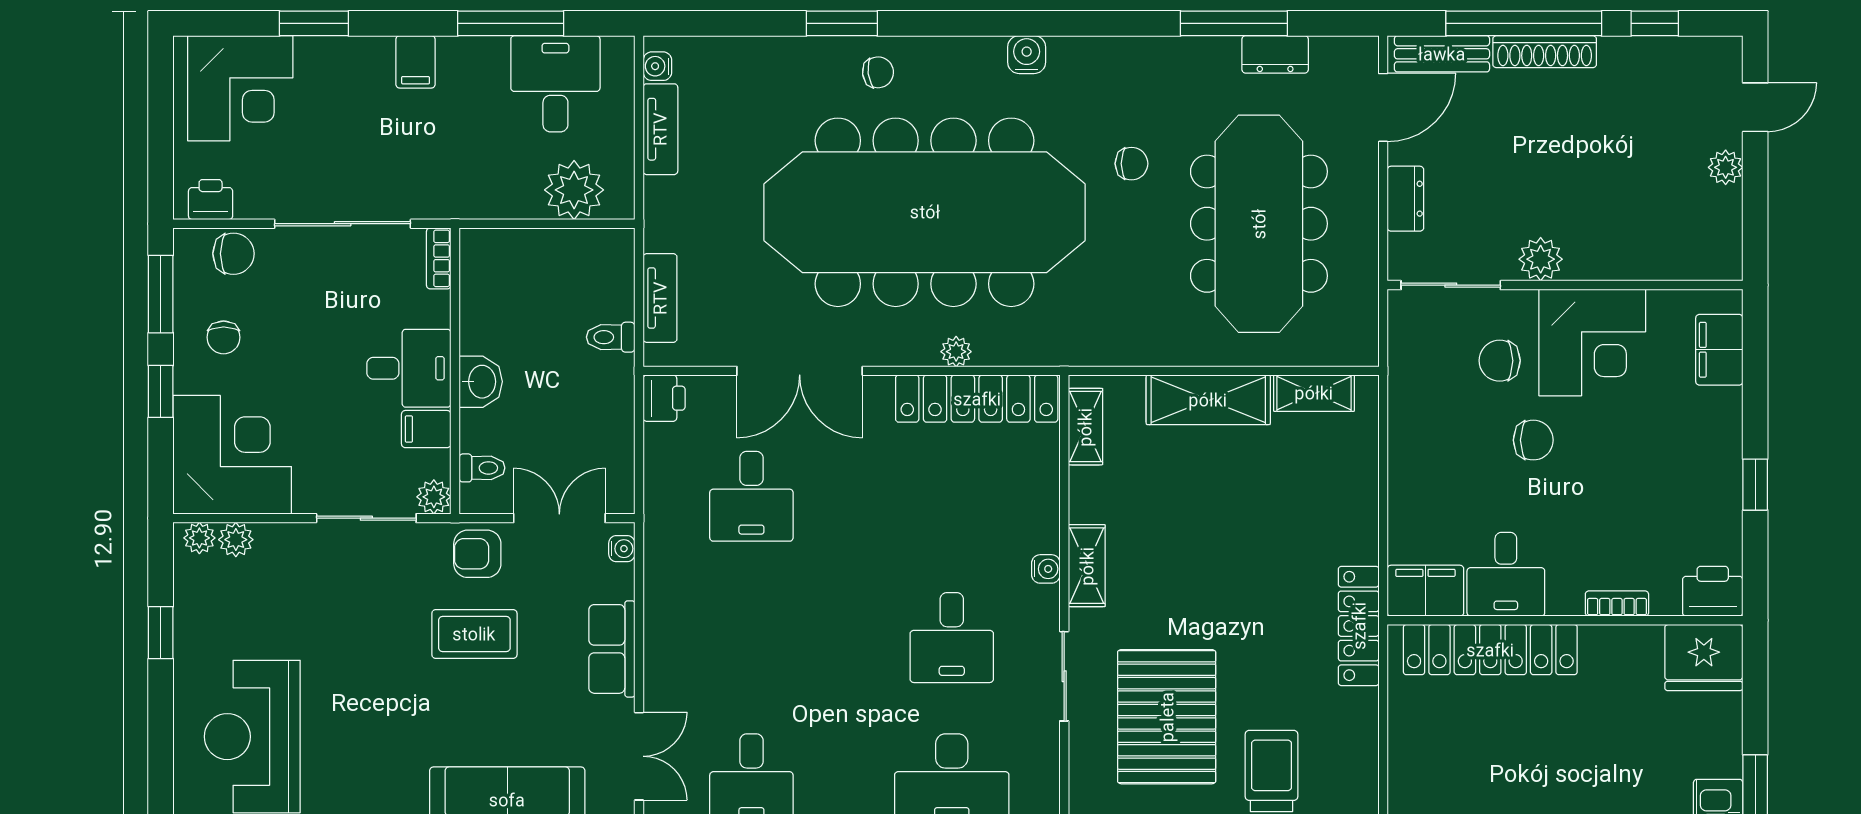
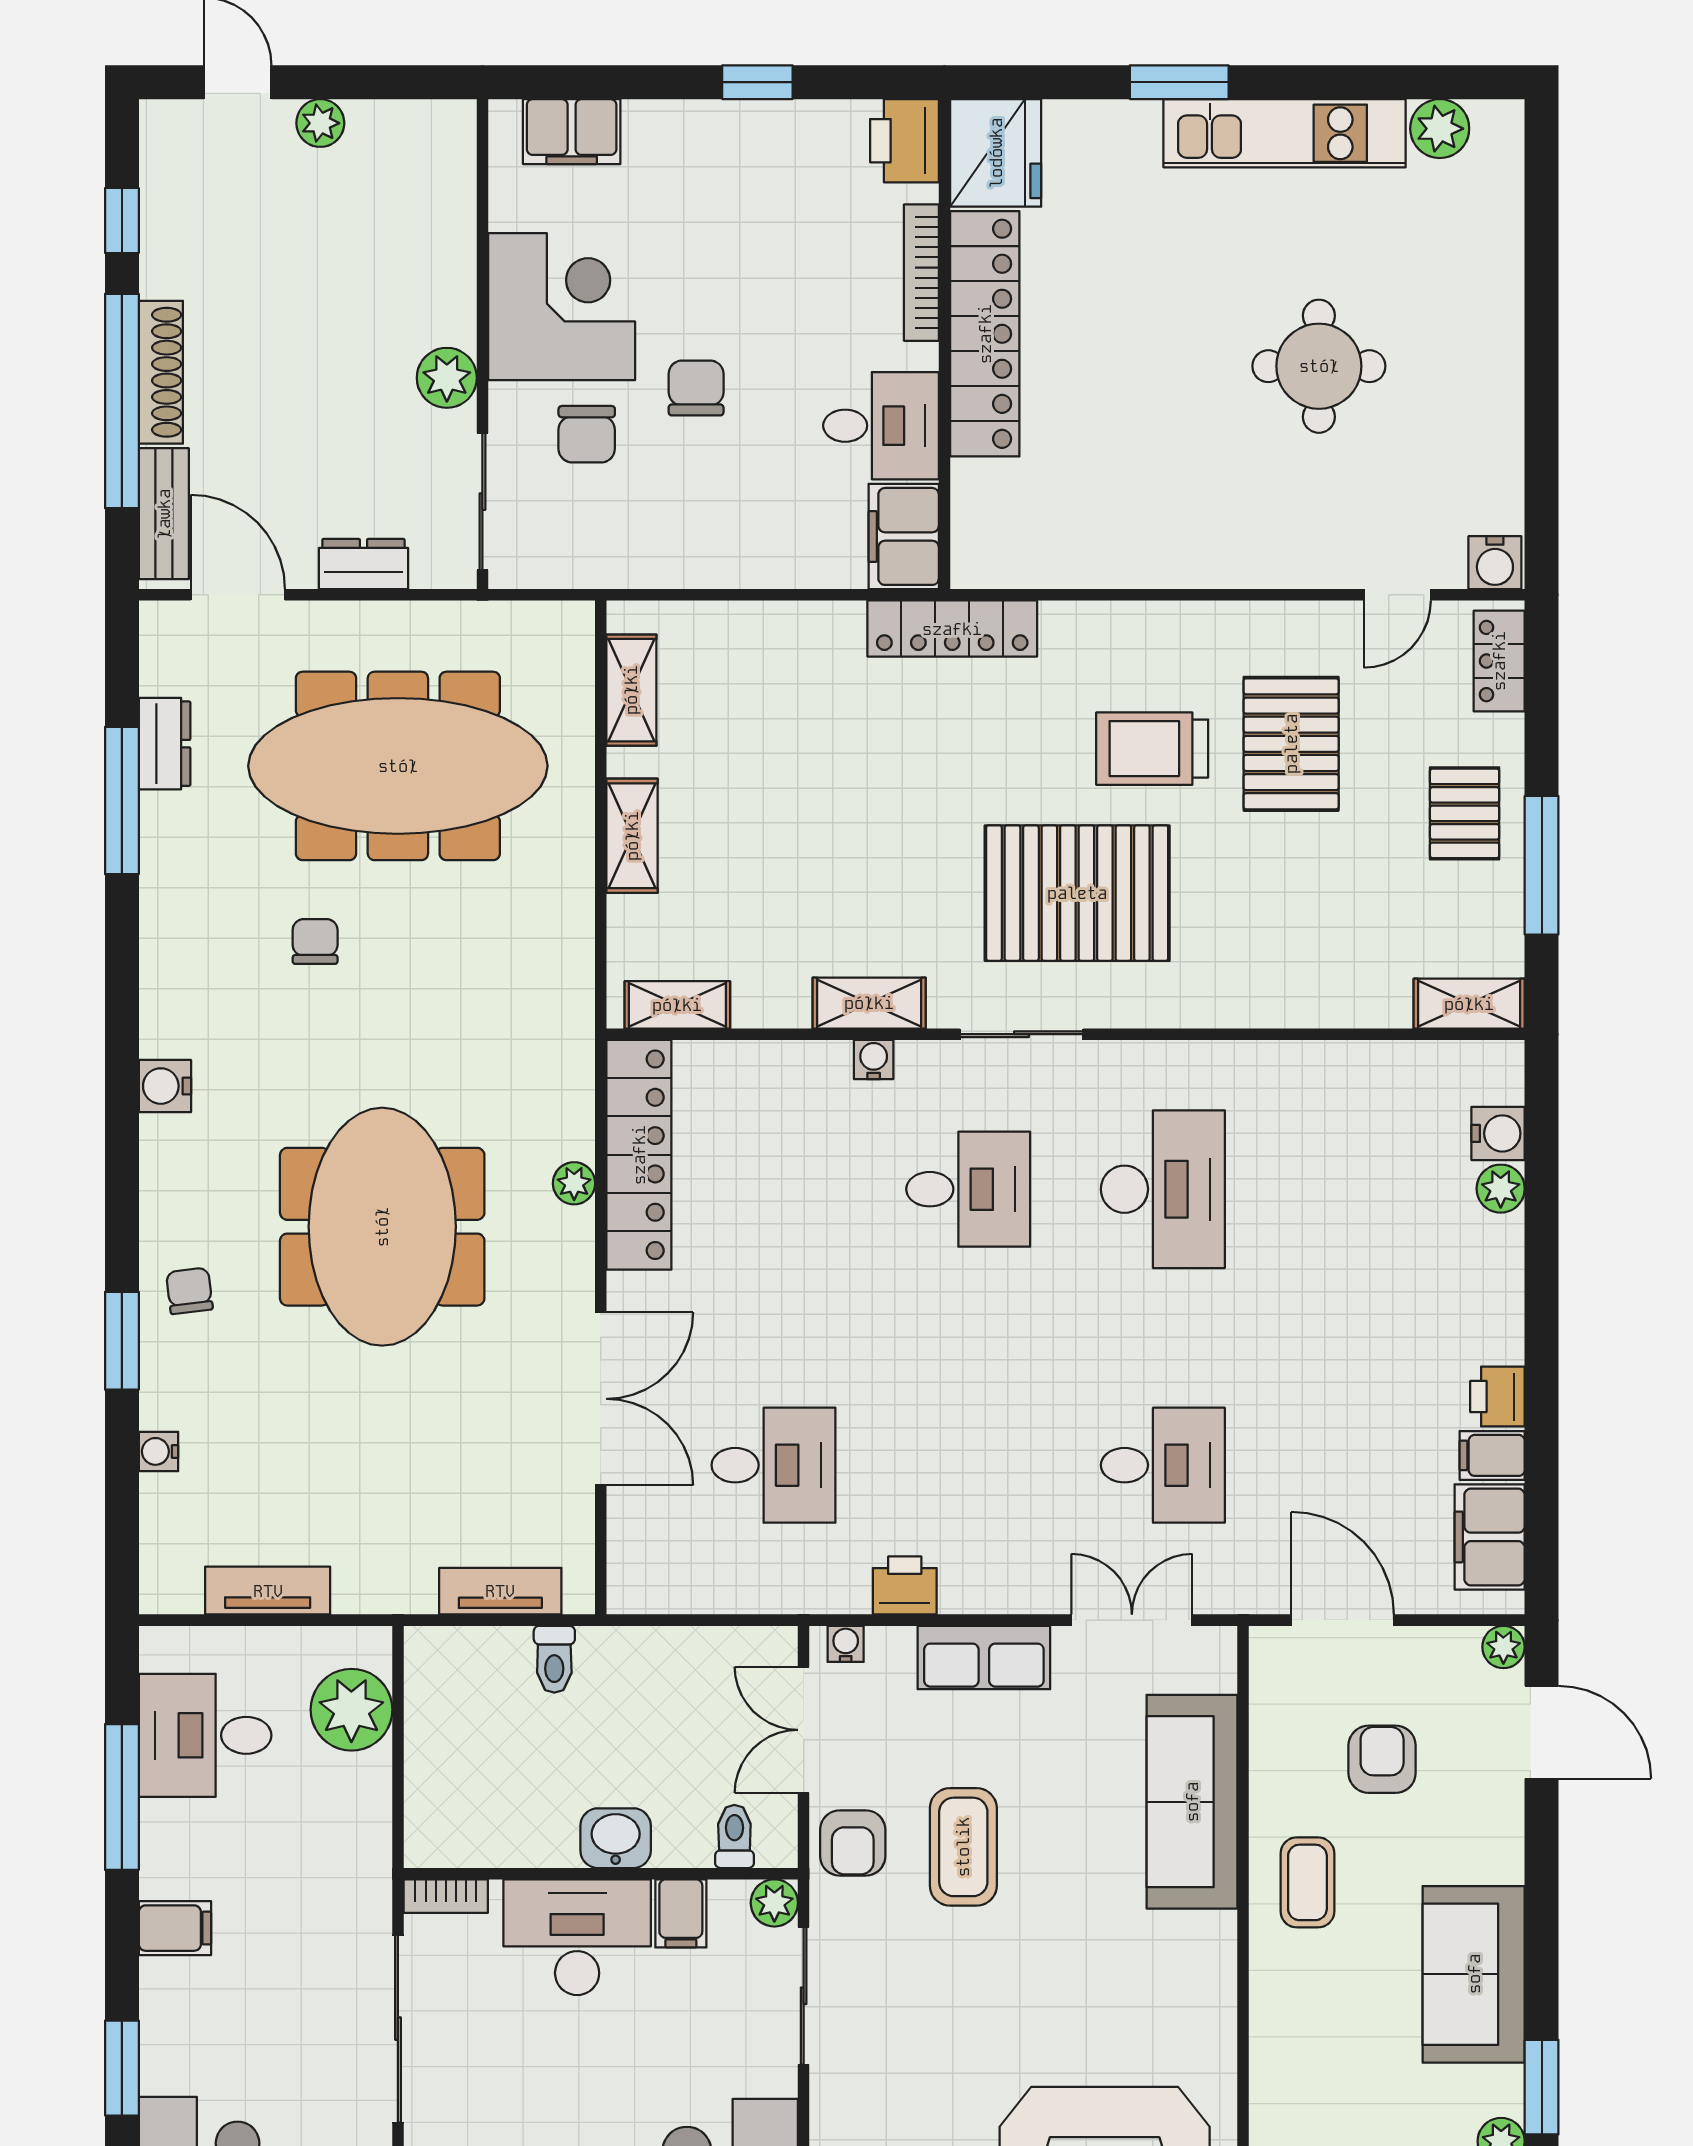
water cooler: (657, 66) -> (159, 1451), moved, turned 90
meeting table: (925, 212) -> (382, 1227), width x0.54, depth x0.79
desk: (409, 368) -> (577, 1937), width x1.37
printer: (664, 398) -> (905, 1585), moved
shelving: (1208, 400) -> (632, 836), width x0.67, depth x0.75
bookcase: (1617, 604) -> (921, 273), width x1.56
locker: (1490, 650) -> (985, 334), moved

